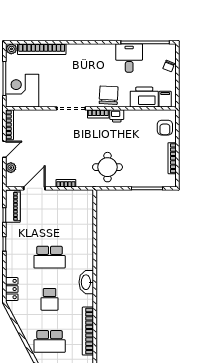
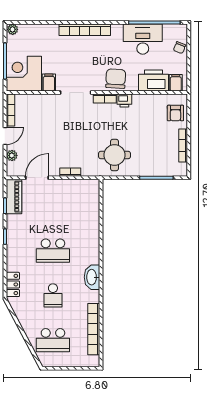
bookcase: (42, 49) -> (85, 30), moved
desk: (129, 58) -> (143, 39), width x1.37
filing cabinet: (46, 99) -> (49, 83), added

